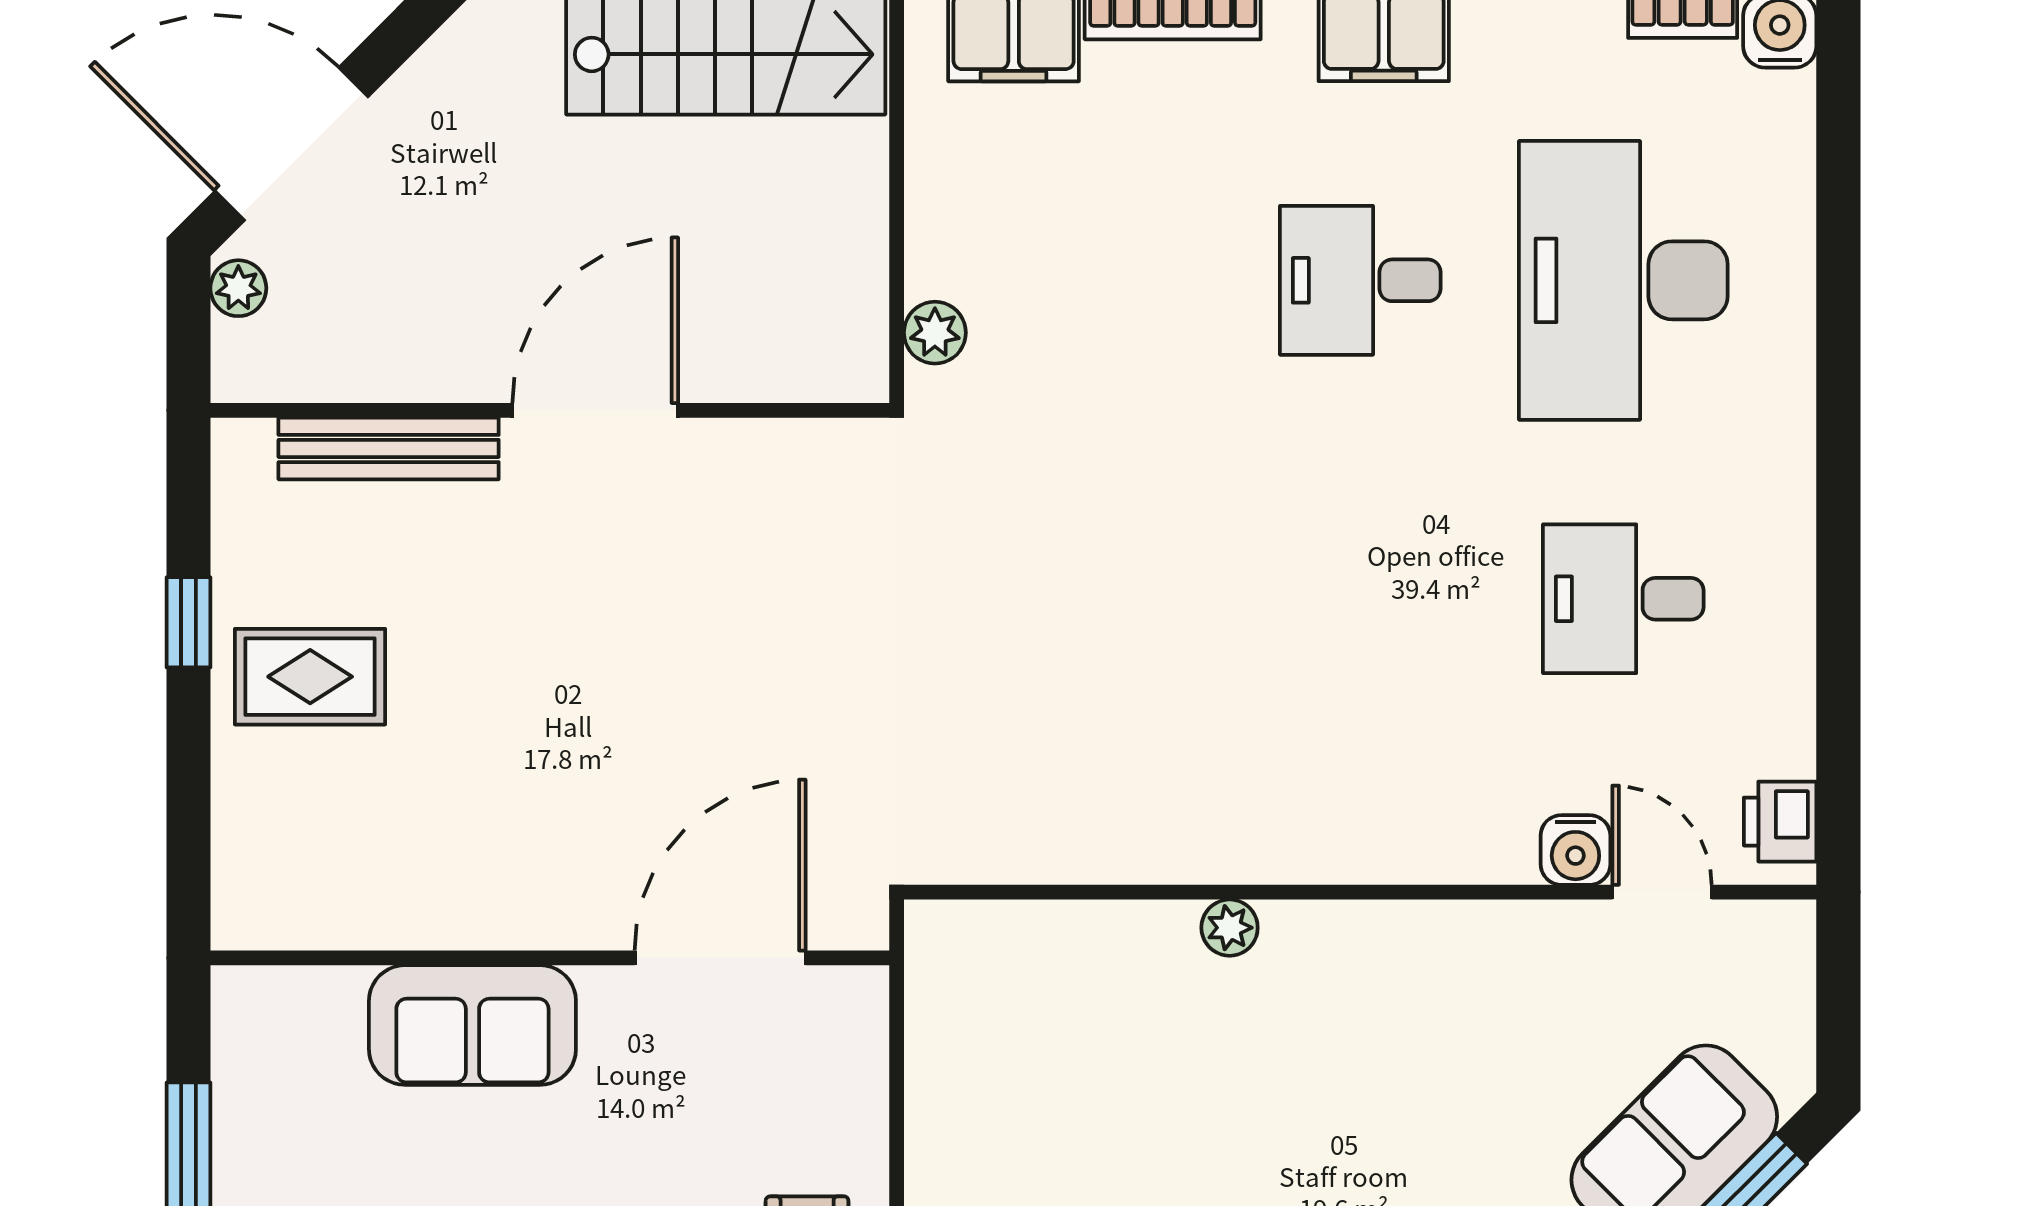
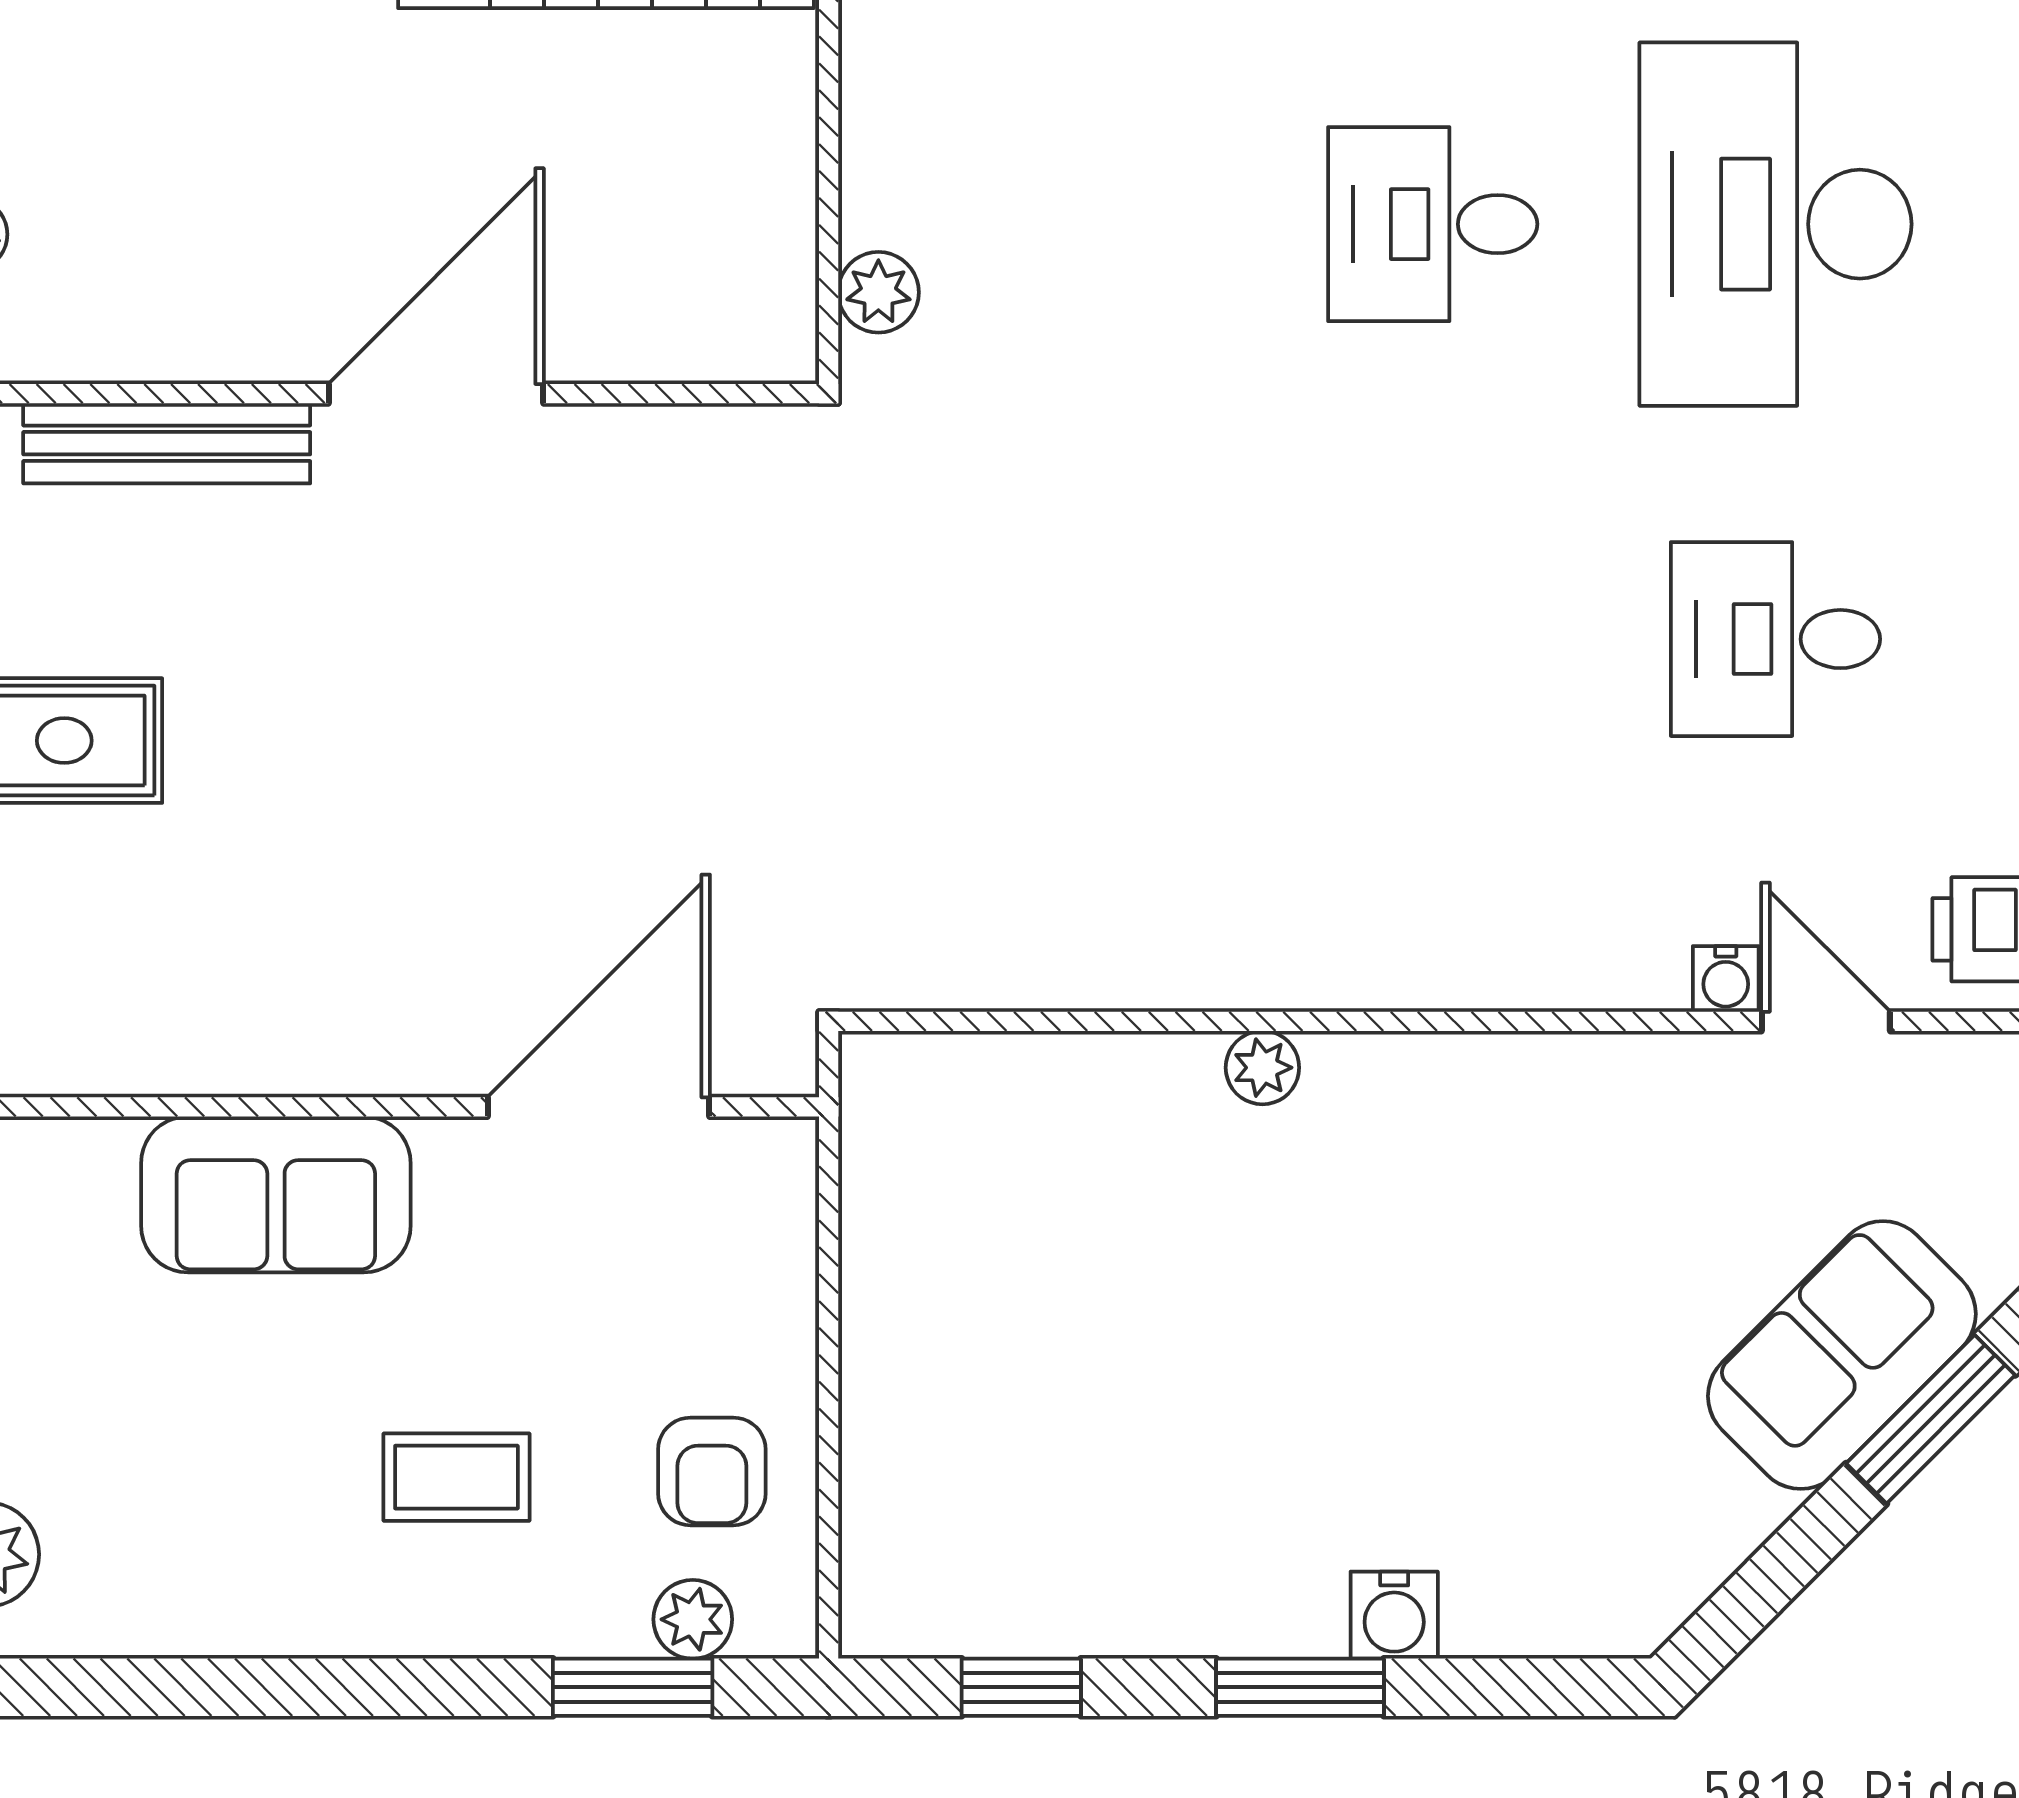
water cooler: (1575, 850) -> (1726, 979), width x0.72, depth x0.72

